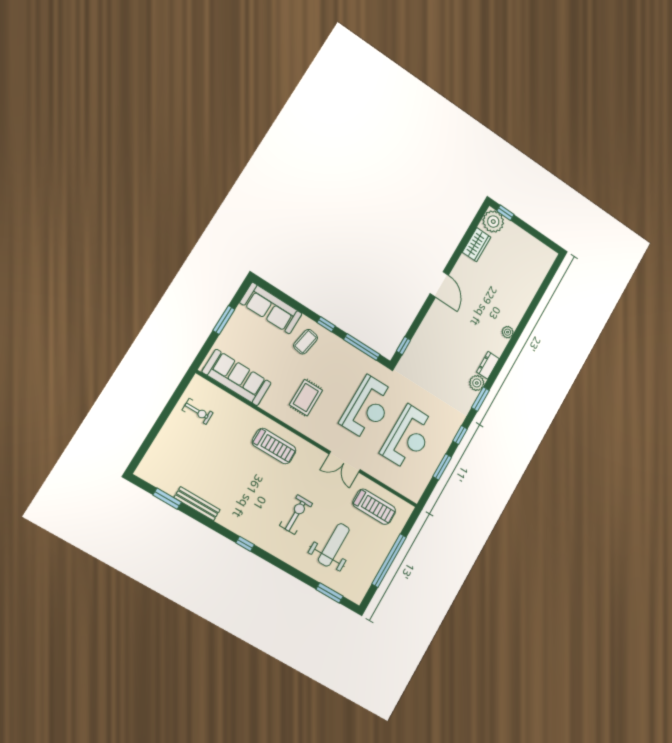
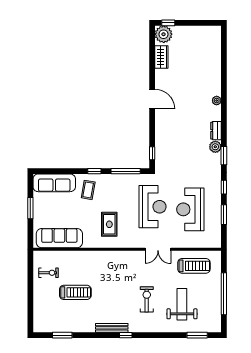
reception desk: (408, 437) -> (190, 209), turned 180
treadmill: (274, 446) -> (75, 292), moved
bench: (197, 504) -> (112, 328), moved

